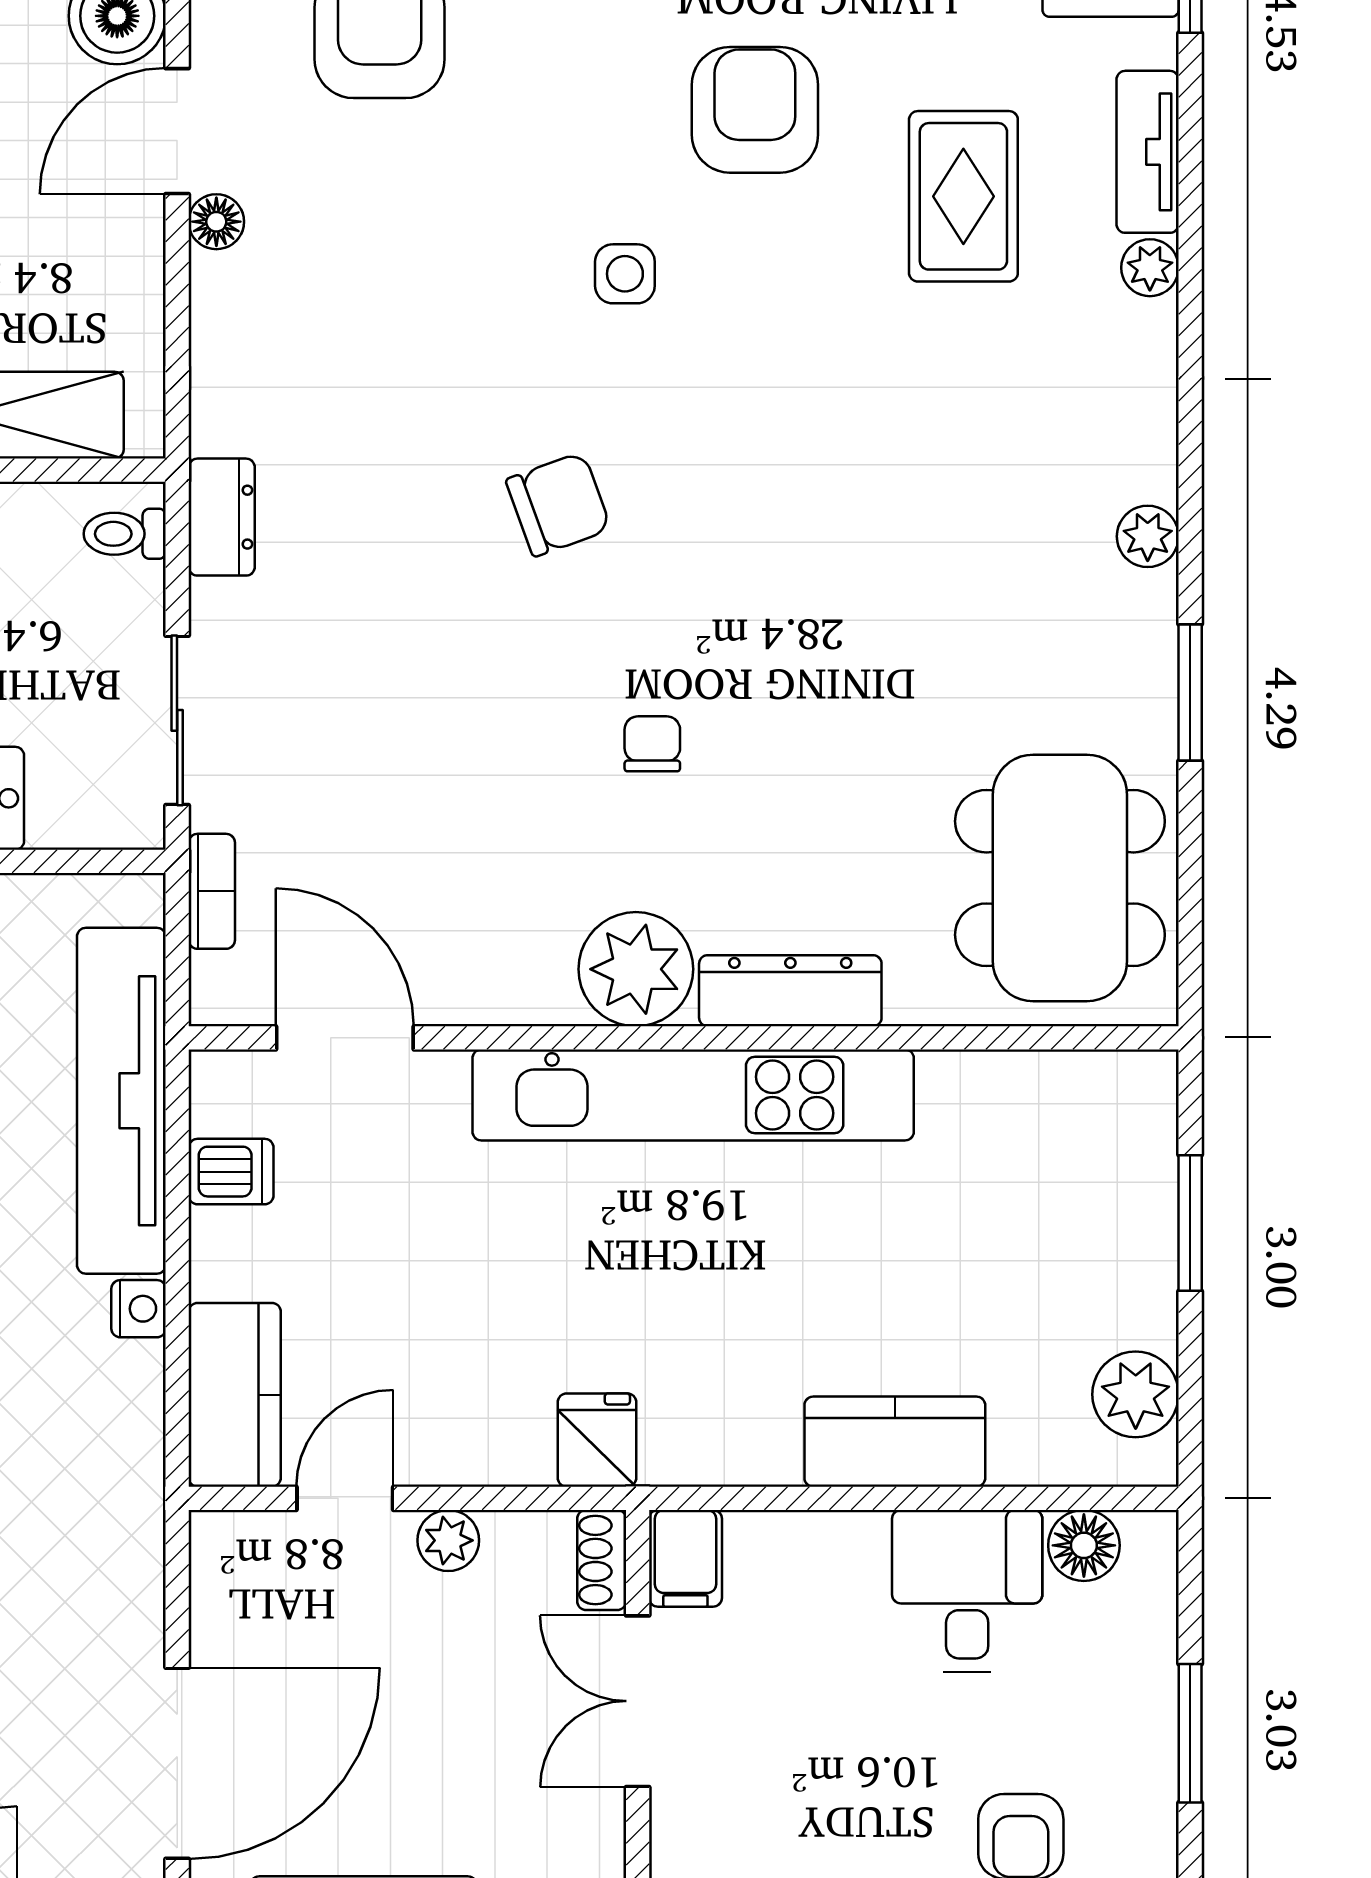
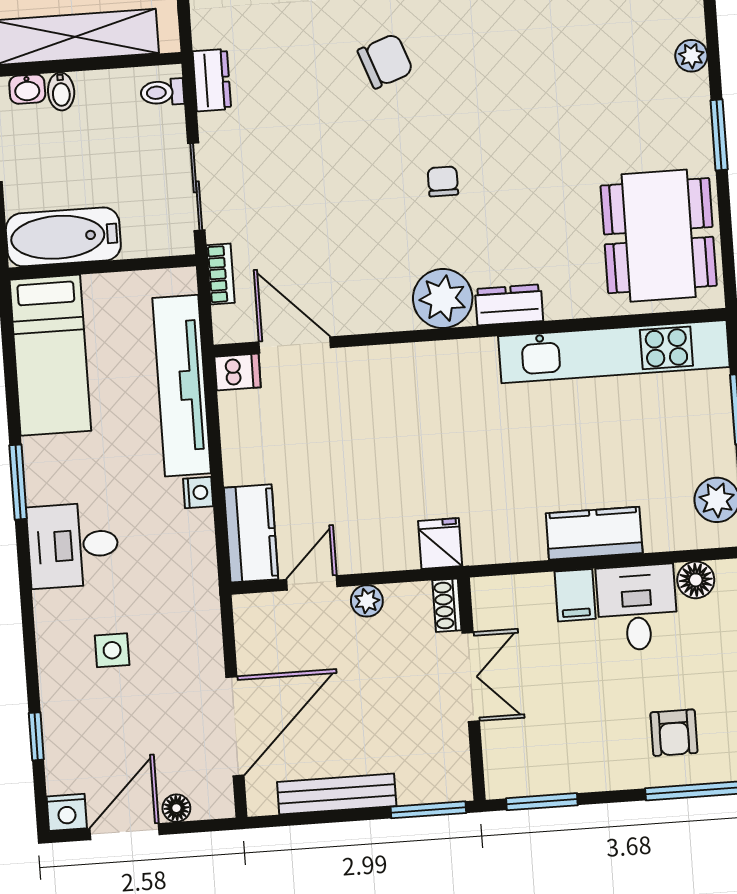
dresser: (790, 991) -> (509, 305), width x0.70
kitchen unit: (693, 1095) -> (614, 352), moved
dishwasher: (231, 1172) -> (238, 372), moved
filing cabinet: (685, 1558) -> (575, 595), moved
double door: (638, 1701) -> (471, 677), swing flipped

